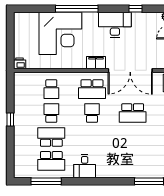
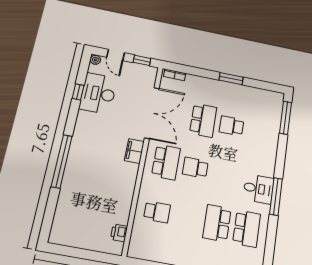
desk: (115, 25) -> (98, 93), moved
corner desk: (60, 33) -> (88, 188), removed
printer: (20, 63) -> (119, 233), moved
school desk: (51, 113) -> (232, 126), moved
window: (46, 181) -> (276, 197), moved

